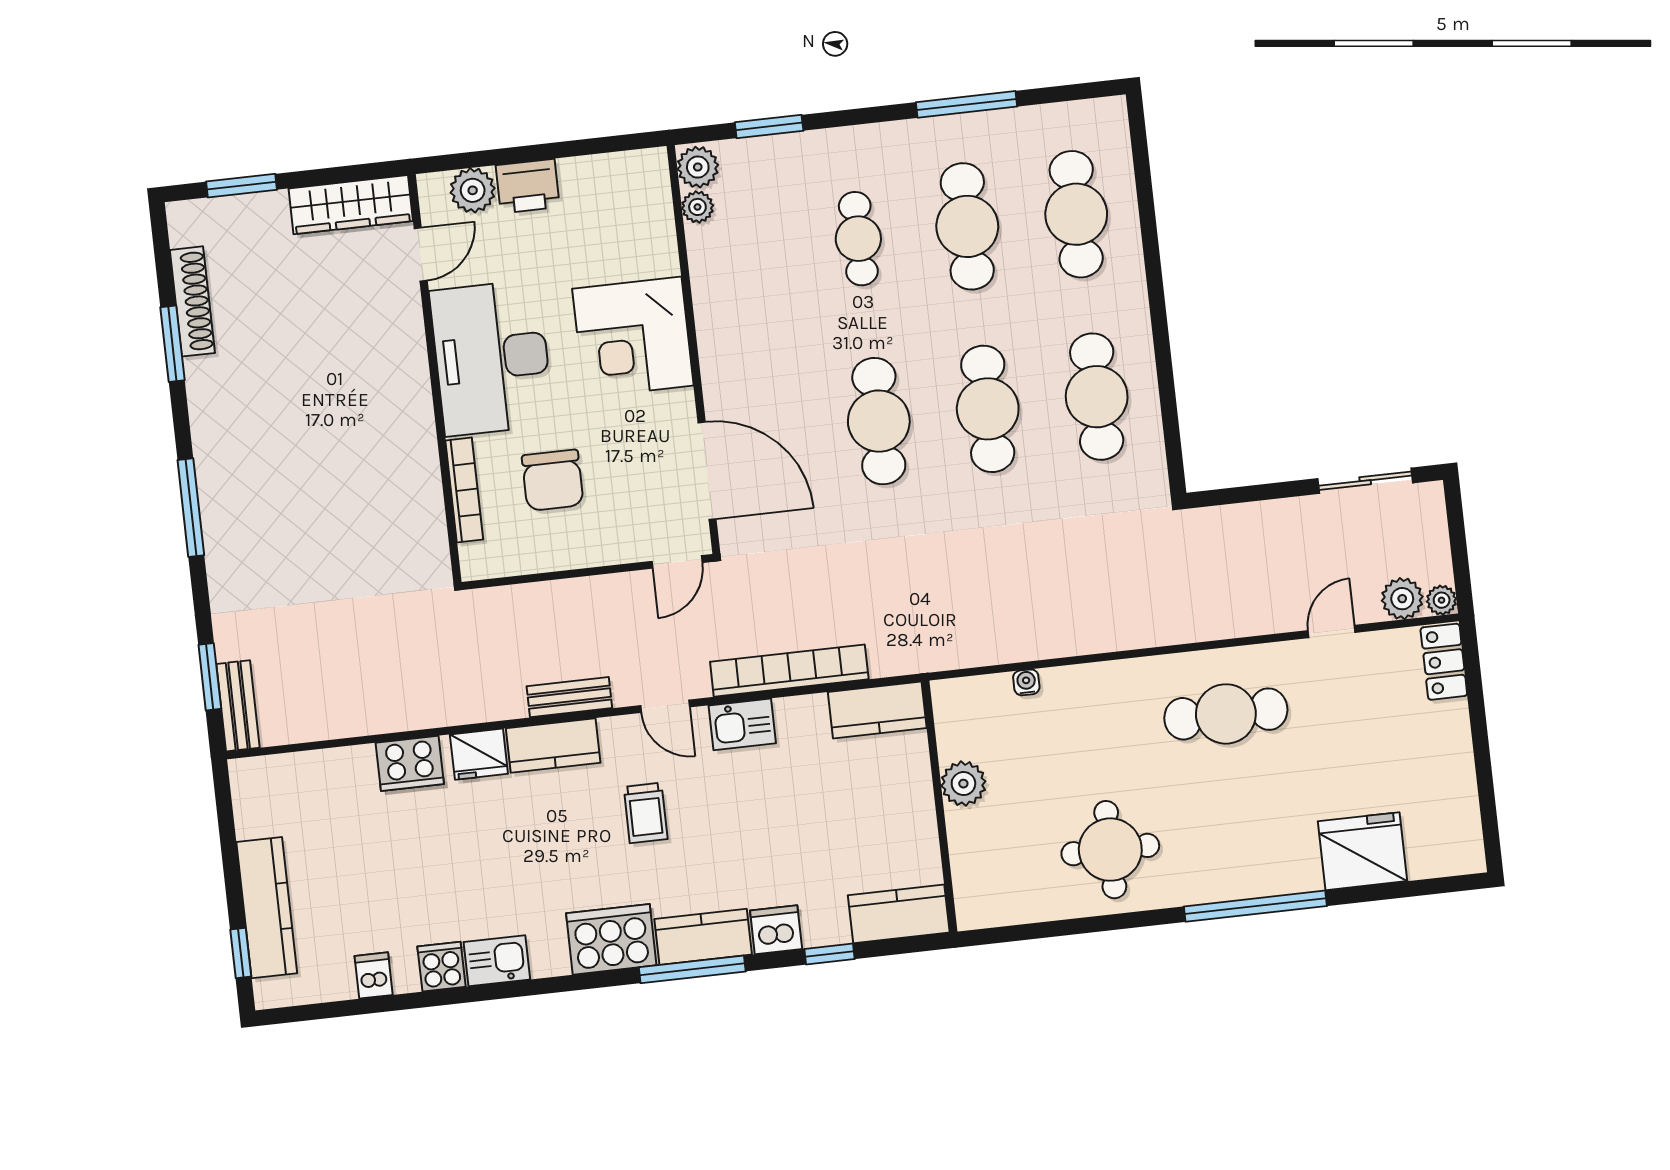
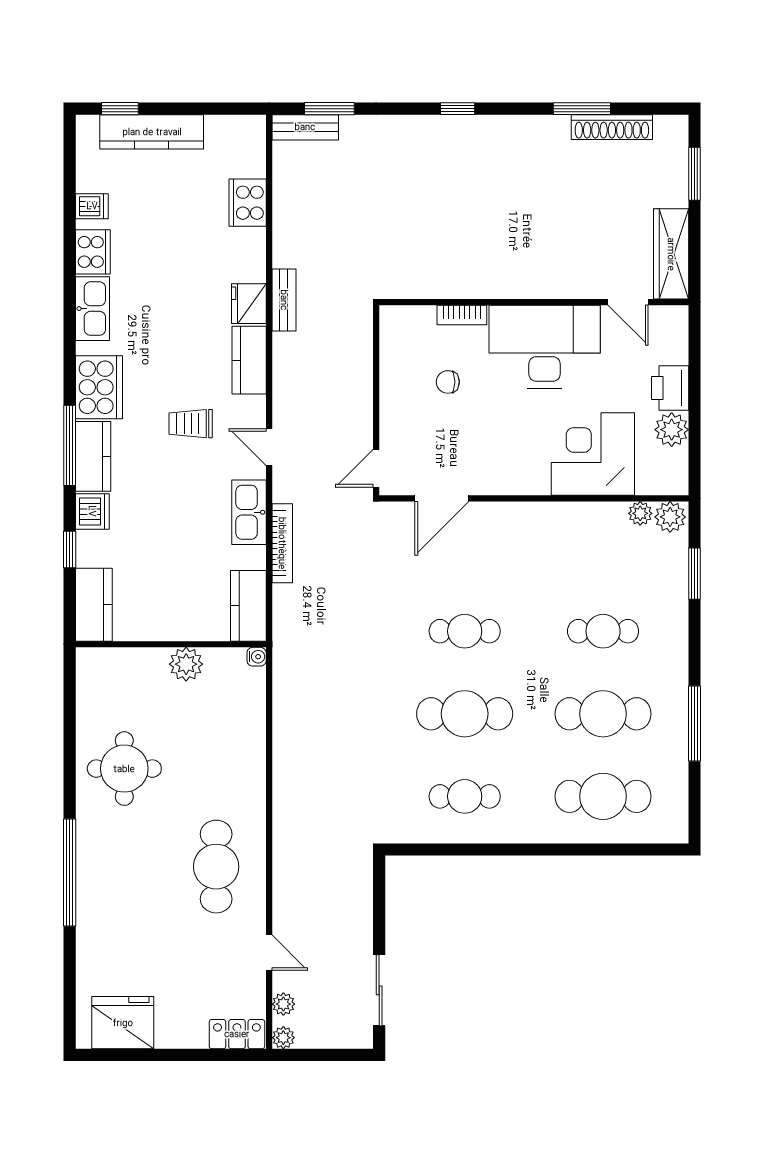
plant: (473, 190) -> (672, 430), moved
corner desk: (633, 337) -> (593, 454), moved
cafe table: (1097, 397) -> (465, 796), width x0.73, depth x0.74
cafe table: (879, 421) -> (465, 631), width x0.73, depth x0.74
door: (707, 471) -> (442, 498), width x0.73
chair: (553, 480) -> (448, 382), width x0.54, depth x0.54
bookcase: (464, 490) -> (462, 315), width x0.64
window: (191, 508) -> (458, 109), width x0.46
door: (677, 562) -> (376, 468), hinge flipped
plant: (1402, 599) -> (283, 1004), width x0.73, depth x0.73
bookcase: (789, 671) -> (282, 543), width x0.68, depth x0.76
water cooler: (1026, 682) -> (257, 657), moved
bench: (569, 697) -> (284, 300), moved
door: (665, 706) -> (269, 447), hinge flipped
kitchen sink: (742, 724) -> (249, 512), width x1.38
cooker: (410, 763) -> (248, 203), moved
fridge: (1363, 851) -> (123, 1023), moved, turned -90
kitchen sink: (497, 961) -> (93, 309), width x1.38
cooker: (442, 967) -> (93, 252), width x1.36

